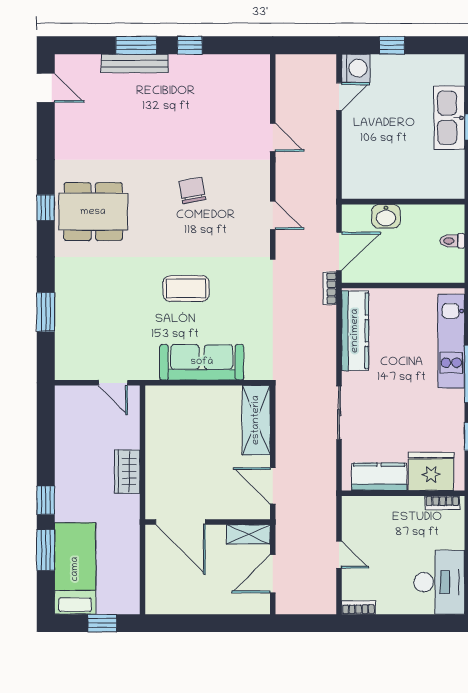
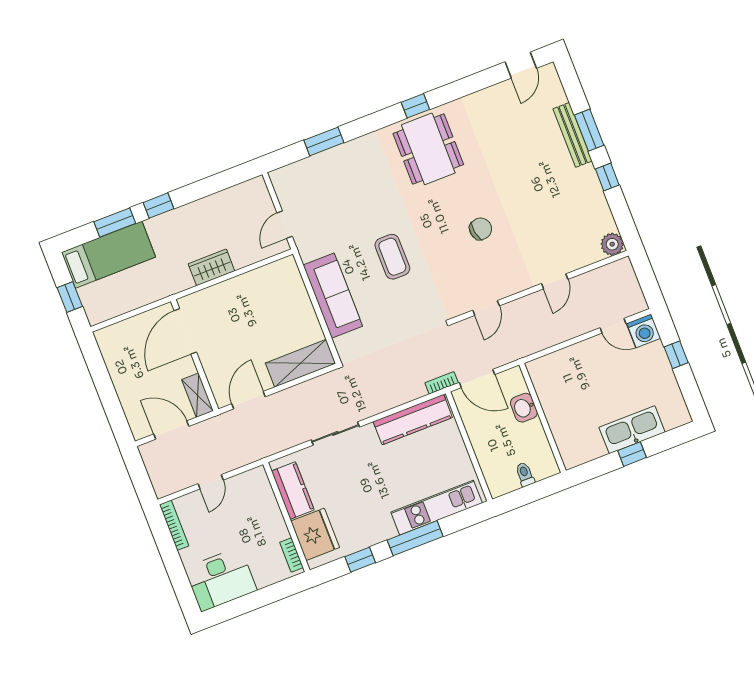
plant: (258, 66) -> (612, 244), added
bookcase: (358, 608) -> (174, 525), width x1.56

